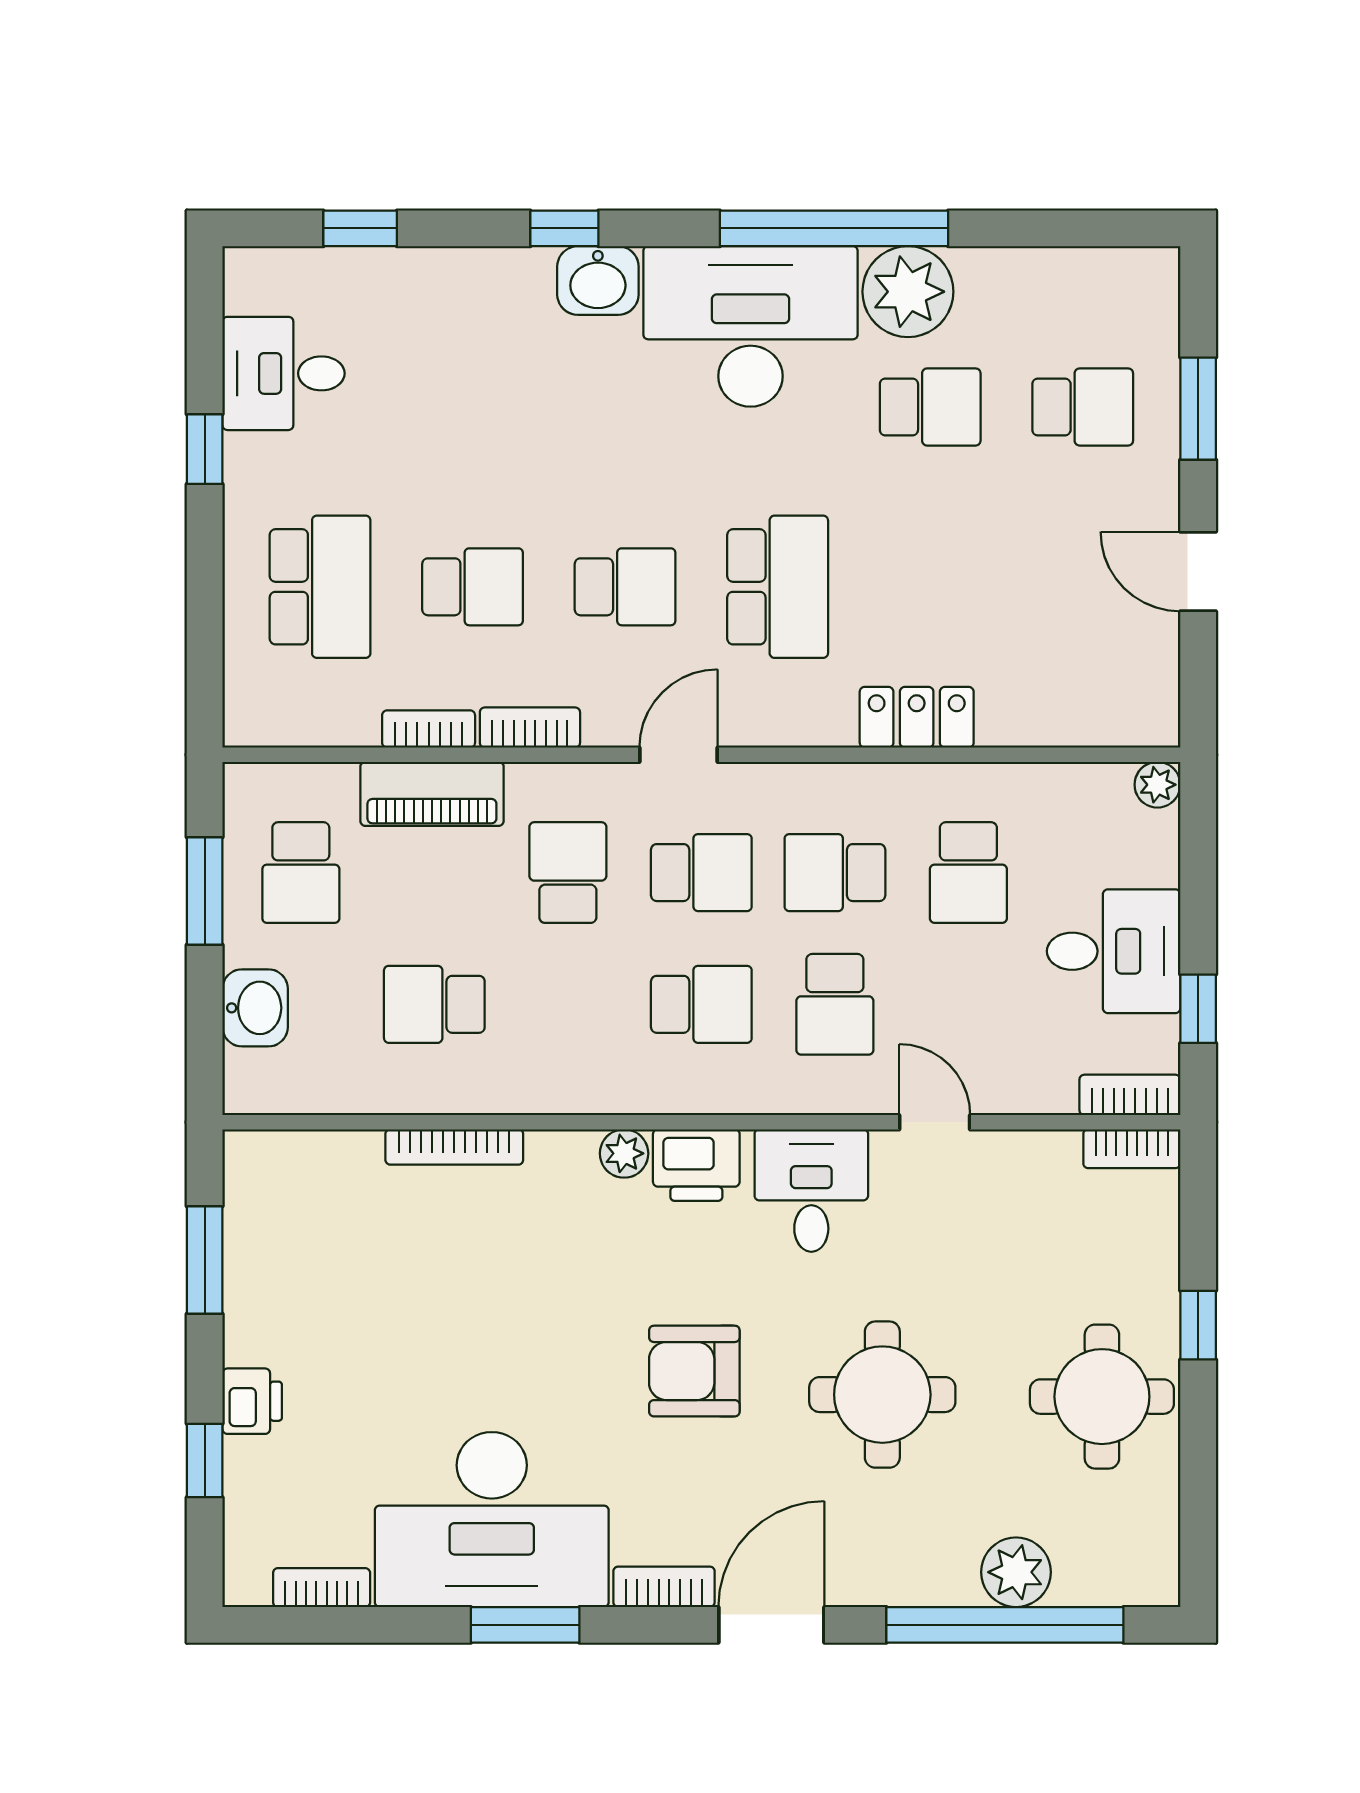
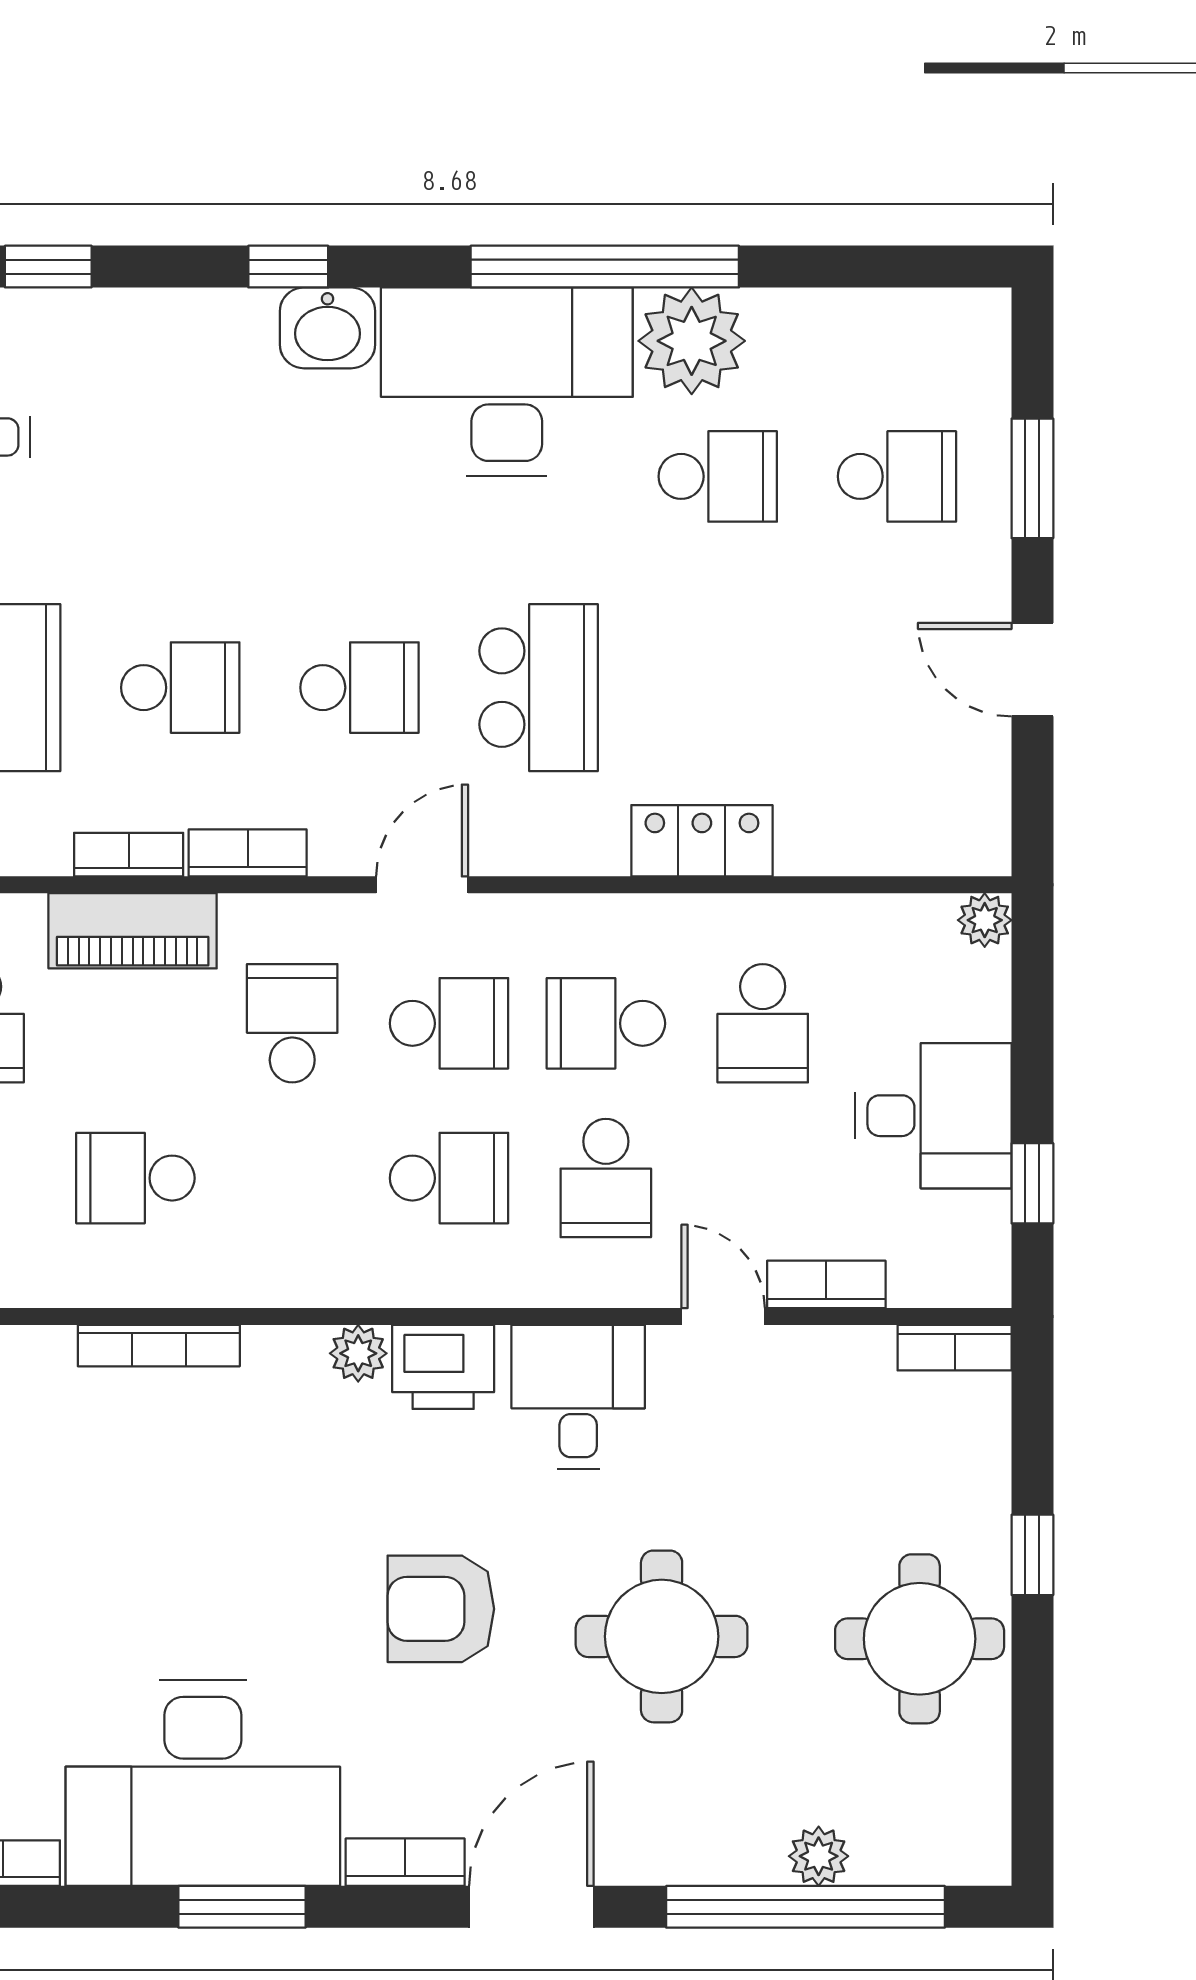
bookcase: (1130, 1095) -> (826, 1284), moved
plant: (1016, 1572) -> (819, 1856), width x0.73, depth x0.73

